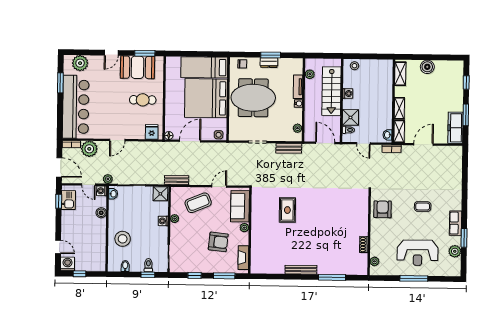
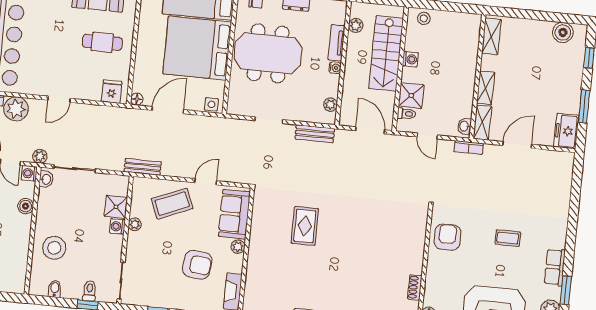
boiler: (427, 67) -> (563, 32), moved
freezer: (455, 128) -> (566, 131), width x0.71
shower: (160, 194) -> (116, 207), moved

